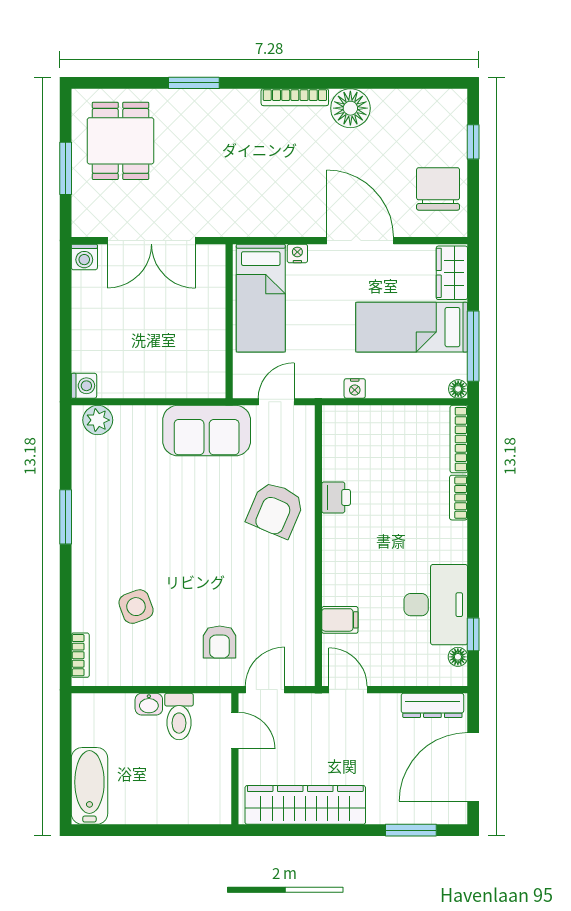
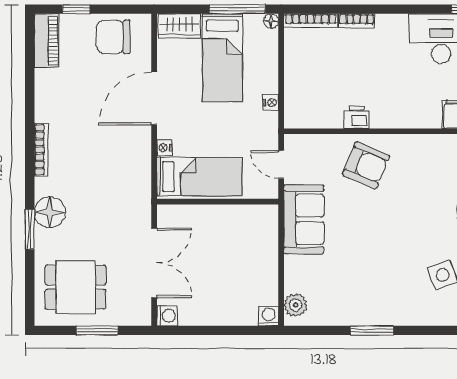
piano: (433, 104) -> (46, 41), added
floor lamp: (350, 108) -> (50, 212), moved

